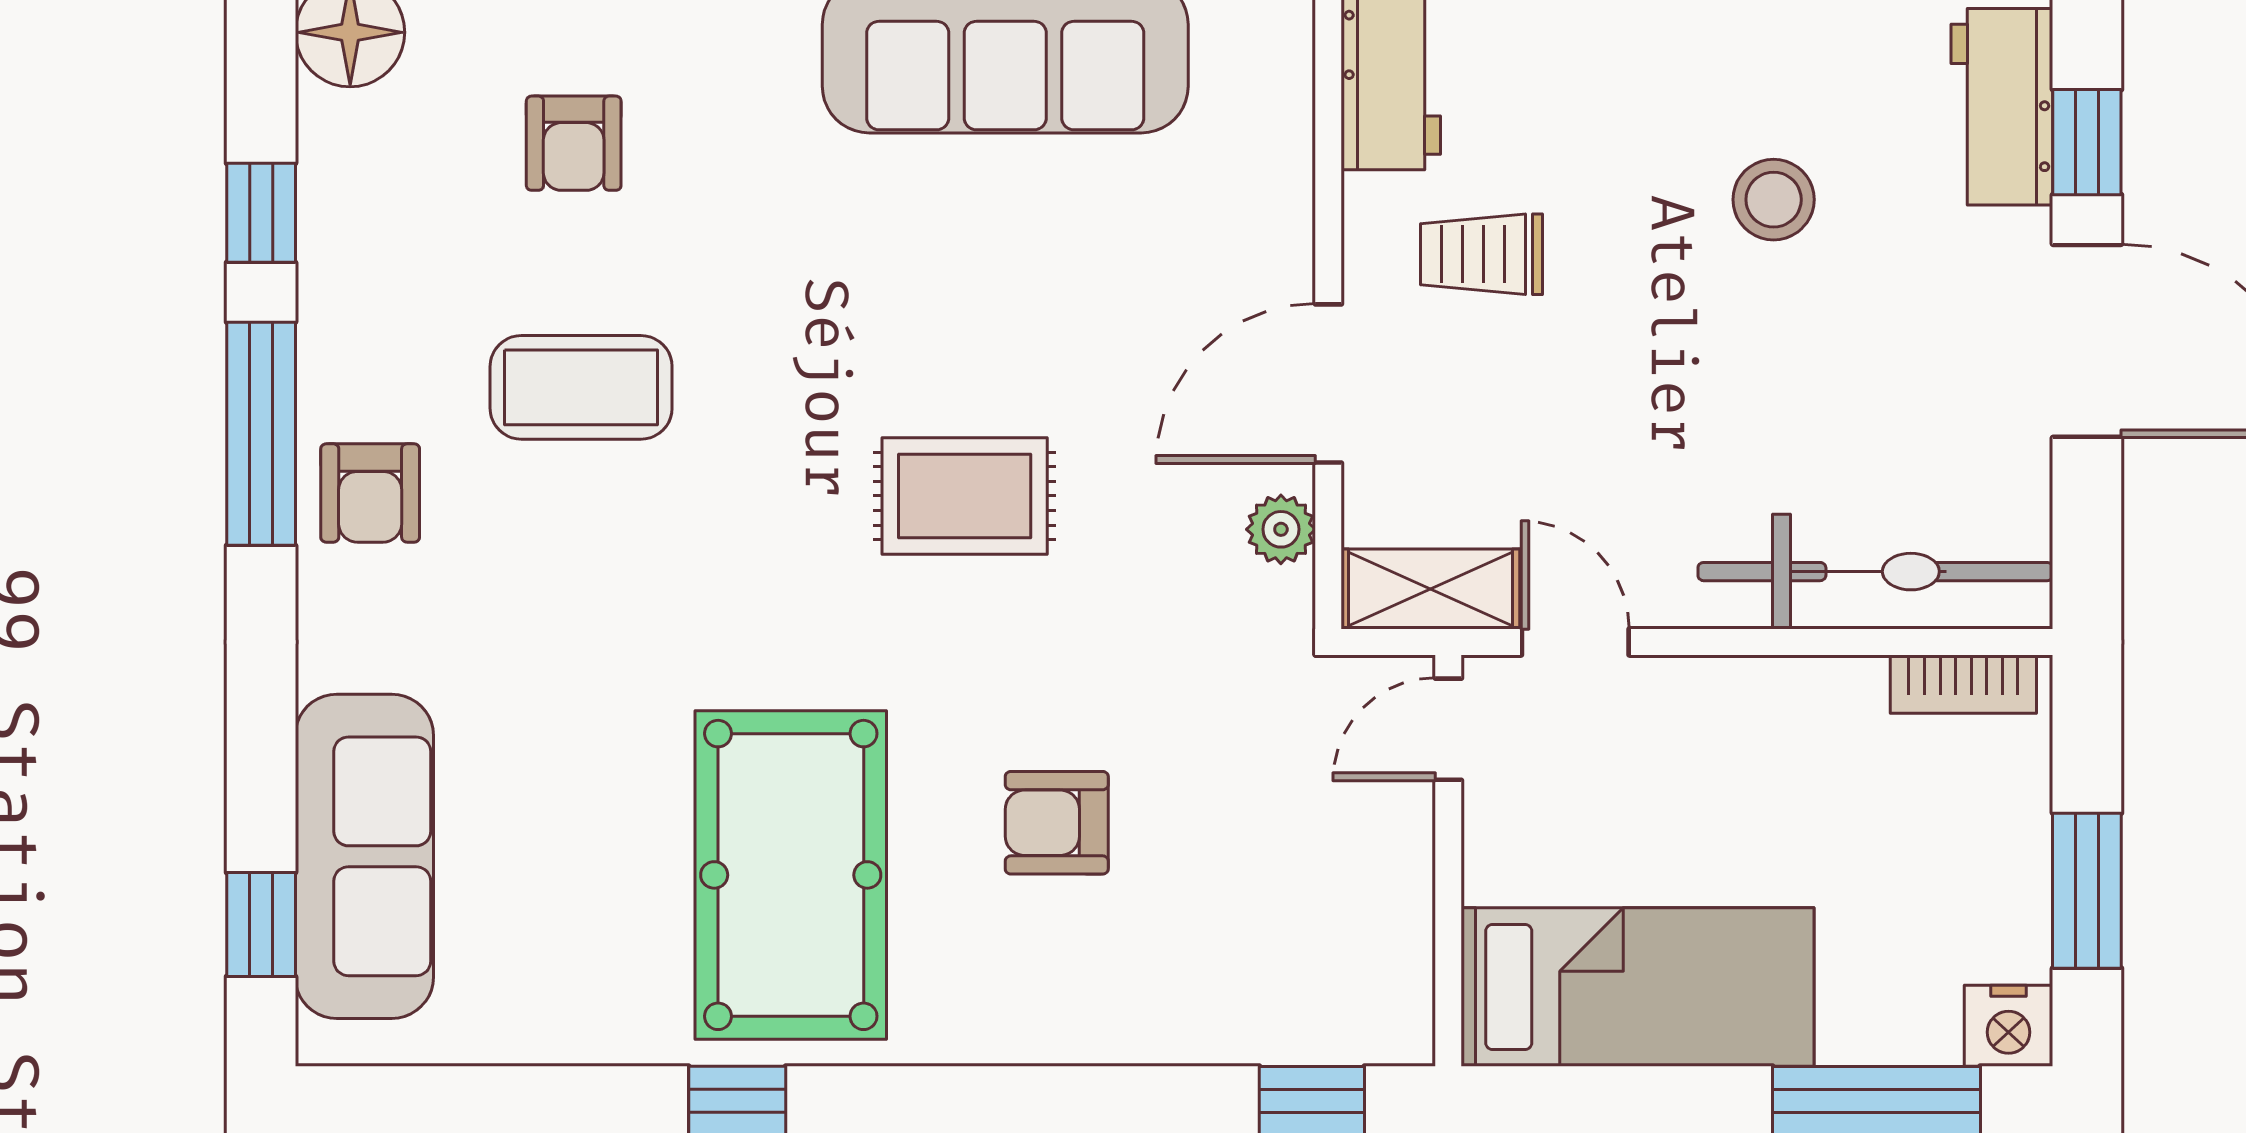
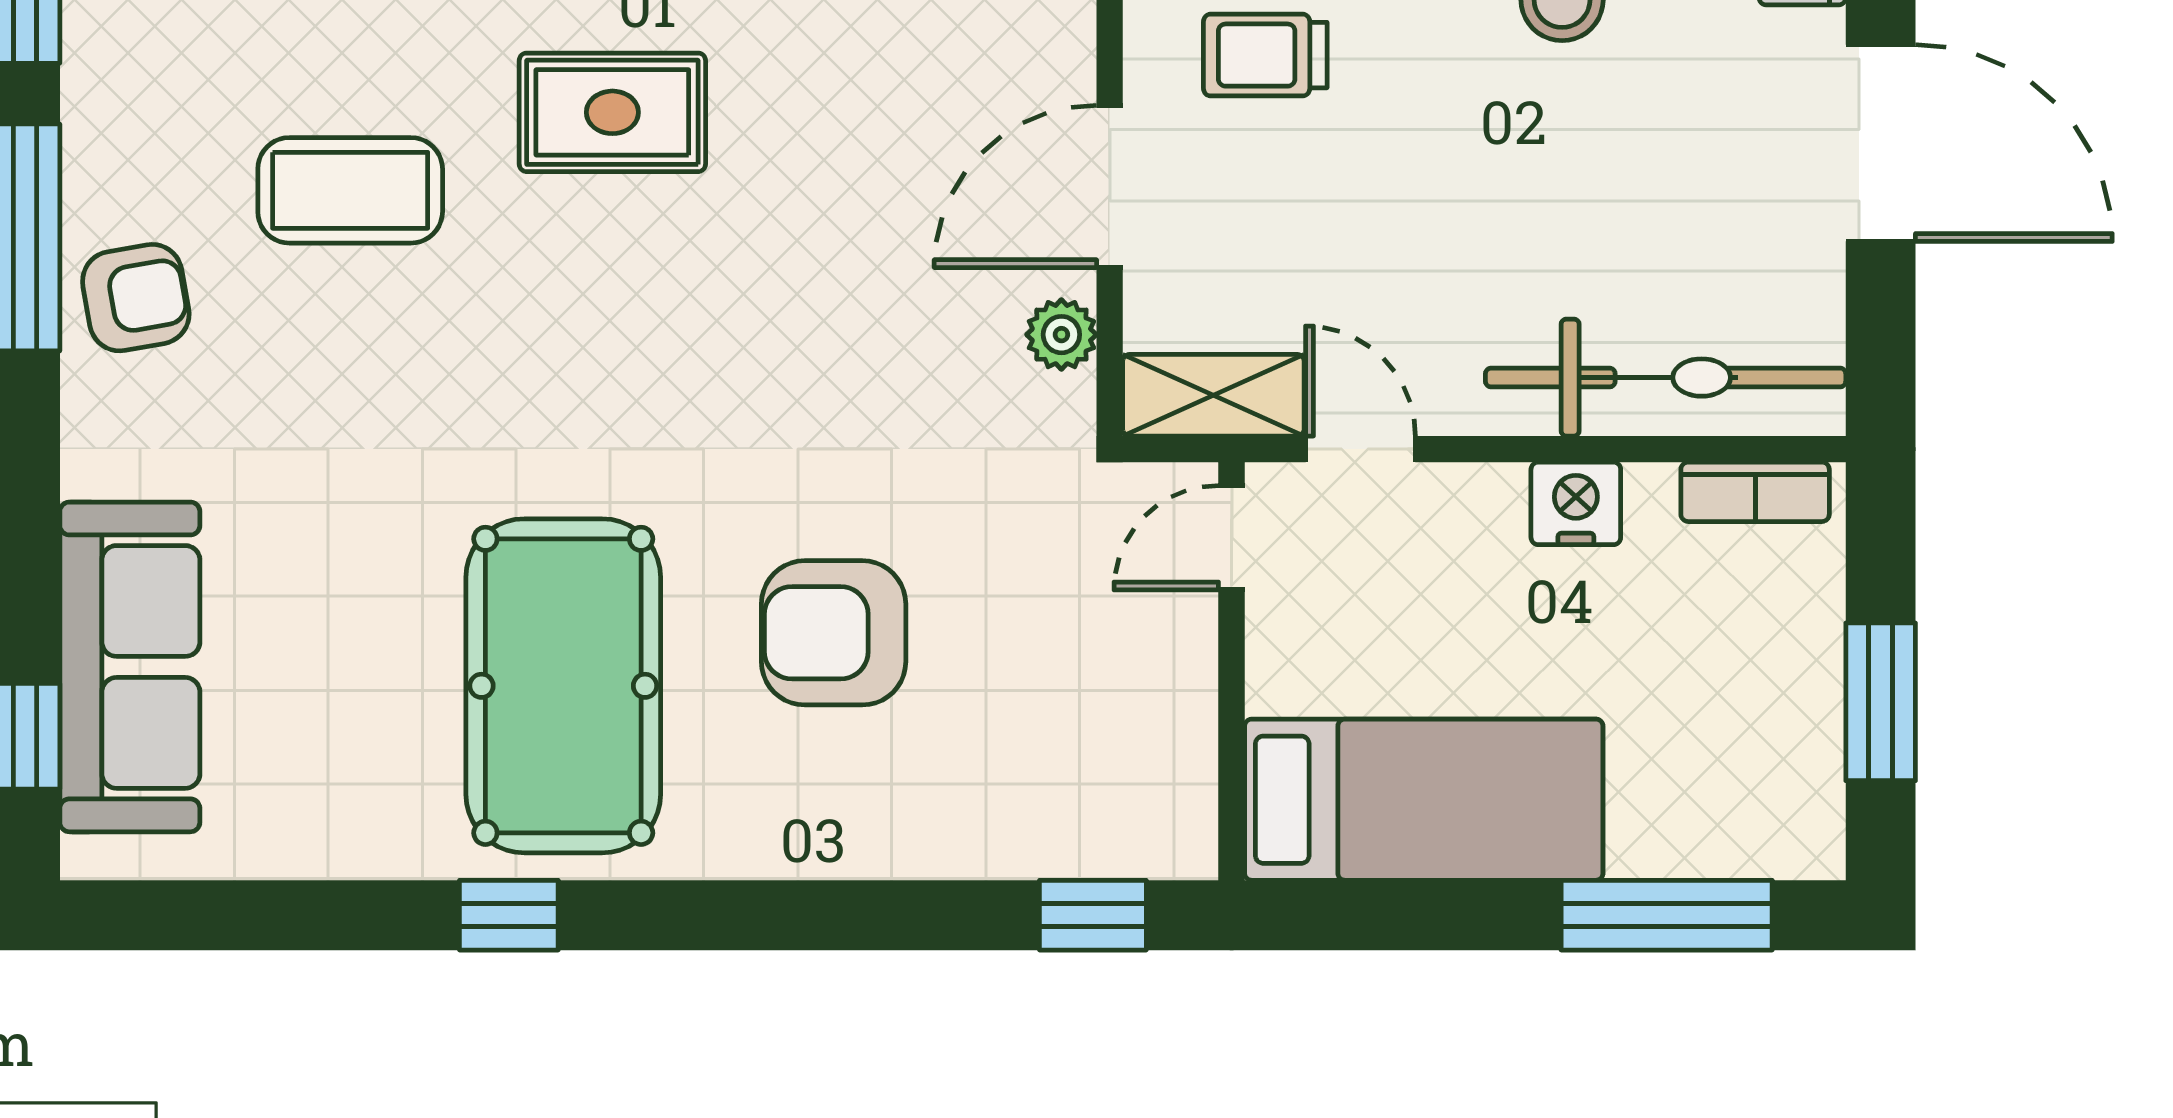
armchair: (370, 493) -> (136, 298), turned -100
rug: (965, 496) -> (612, 112), moved
armchair: (1057, 823) -> (834, 633), width x1.38, depth x1.38
nightstand: (2009, 1026) -> (1576, 503), moved, turned 180

